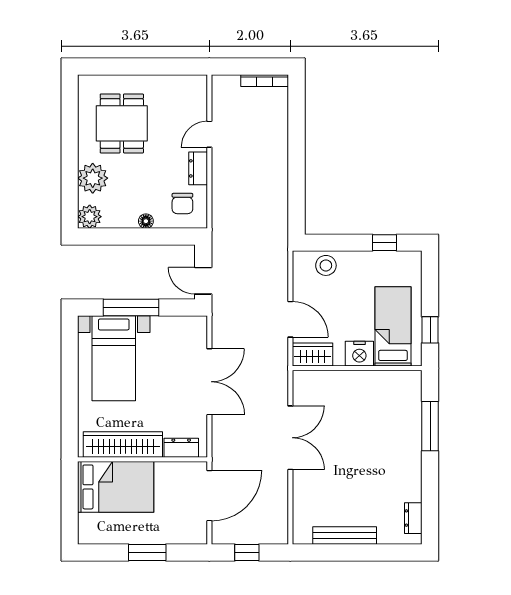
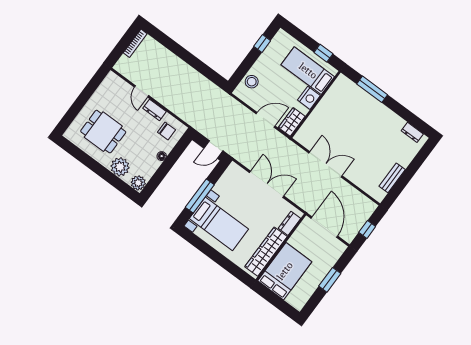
bench: (345, 535) -> (392, 178), width x0.73

